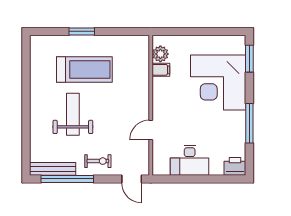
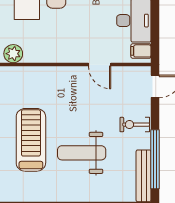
filing cabinet: (161, 70) -> (141, 51), moved, turned -90
exercise bike: (98, 161) -> (135, 125), turned -90

